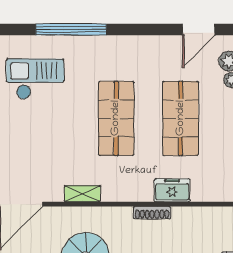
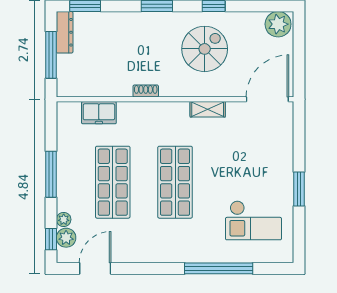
freezer: (172, 190) -> (99, 113), moved
shoe rack: (152, 213) -> (146, 91), width x0.70

